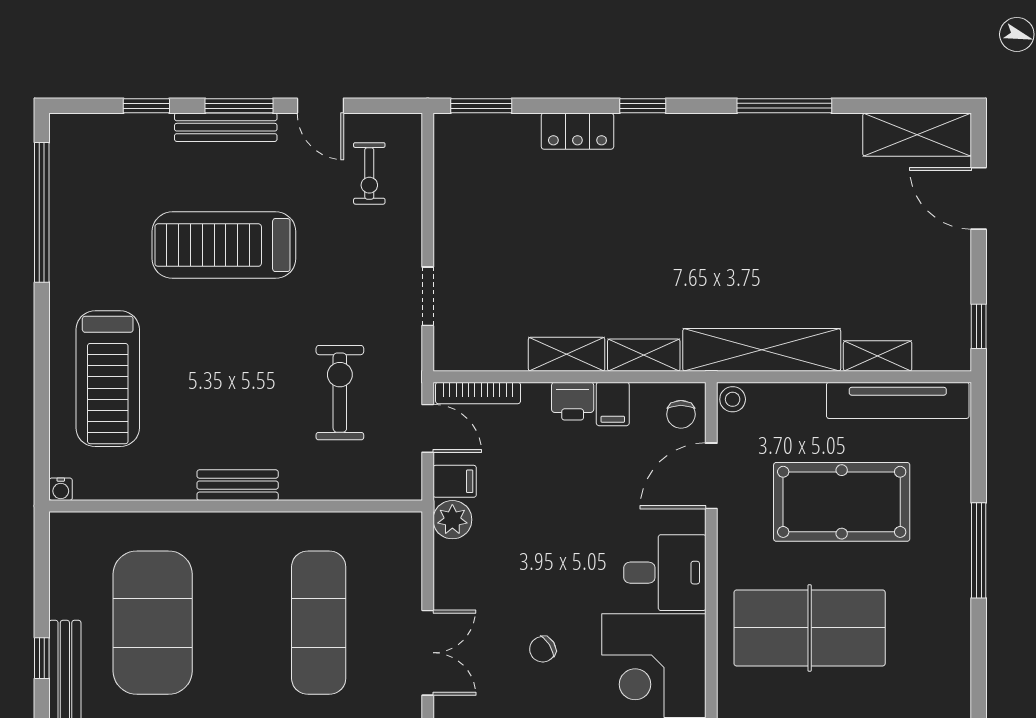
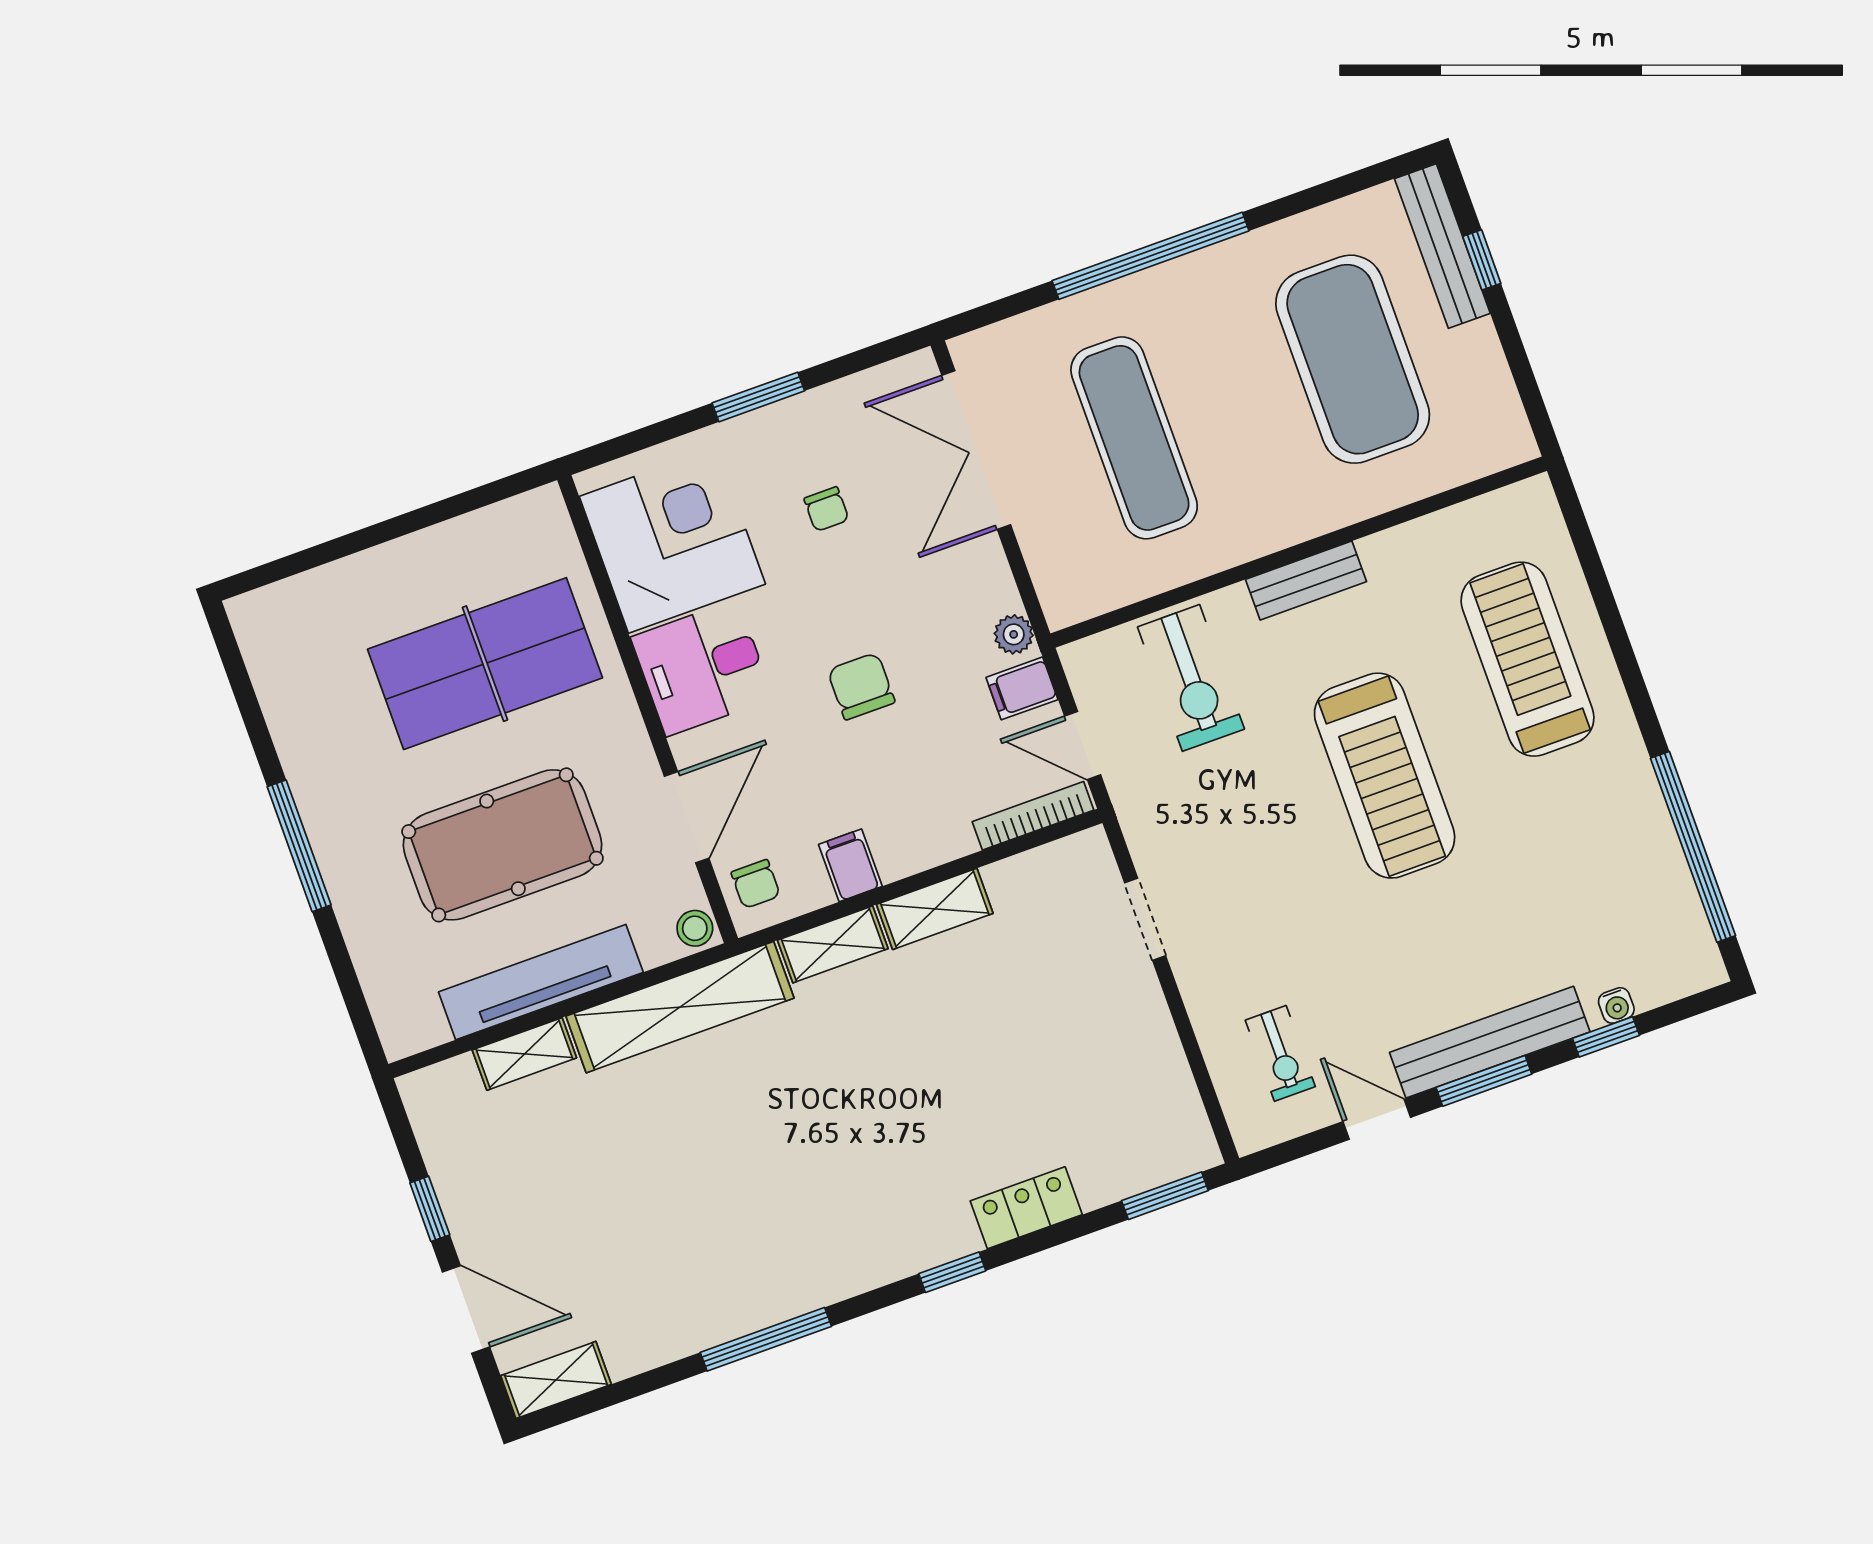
bench: (226, 127) -> (1490, 1042), width x1.37, depth x1.21
shelving: (917, 135) -> (556, 1380), width x0.67, depth x0.75
exercise bike: (369, 173) -> (1280, 1053), turned 180
treadmill: (224, 245) -> (1385, 776), moved, turned 90
window: (979, 326) -> (430, 1209), moved
exercise bike: (340, 393) -> (1191, 678), moved
tv unit: (898, 400) -> (541, 982), moved
printer: (573, 401) -> (905, 850), removed
chair: (681, 414) -> (756, 884), turned 180
water cooler: (61, 489) -> (1616, 1005), moved, turned 180
plant: (452, 520) -> (1014, 634), width x0.73, depth x0.73
chair: (562, 522) -> (861, 686), added
chair: (543, 649) -> (826, 509), turned 122
double door: (428, 653) -> (976, 450), width x1.37

